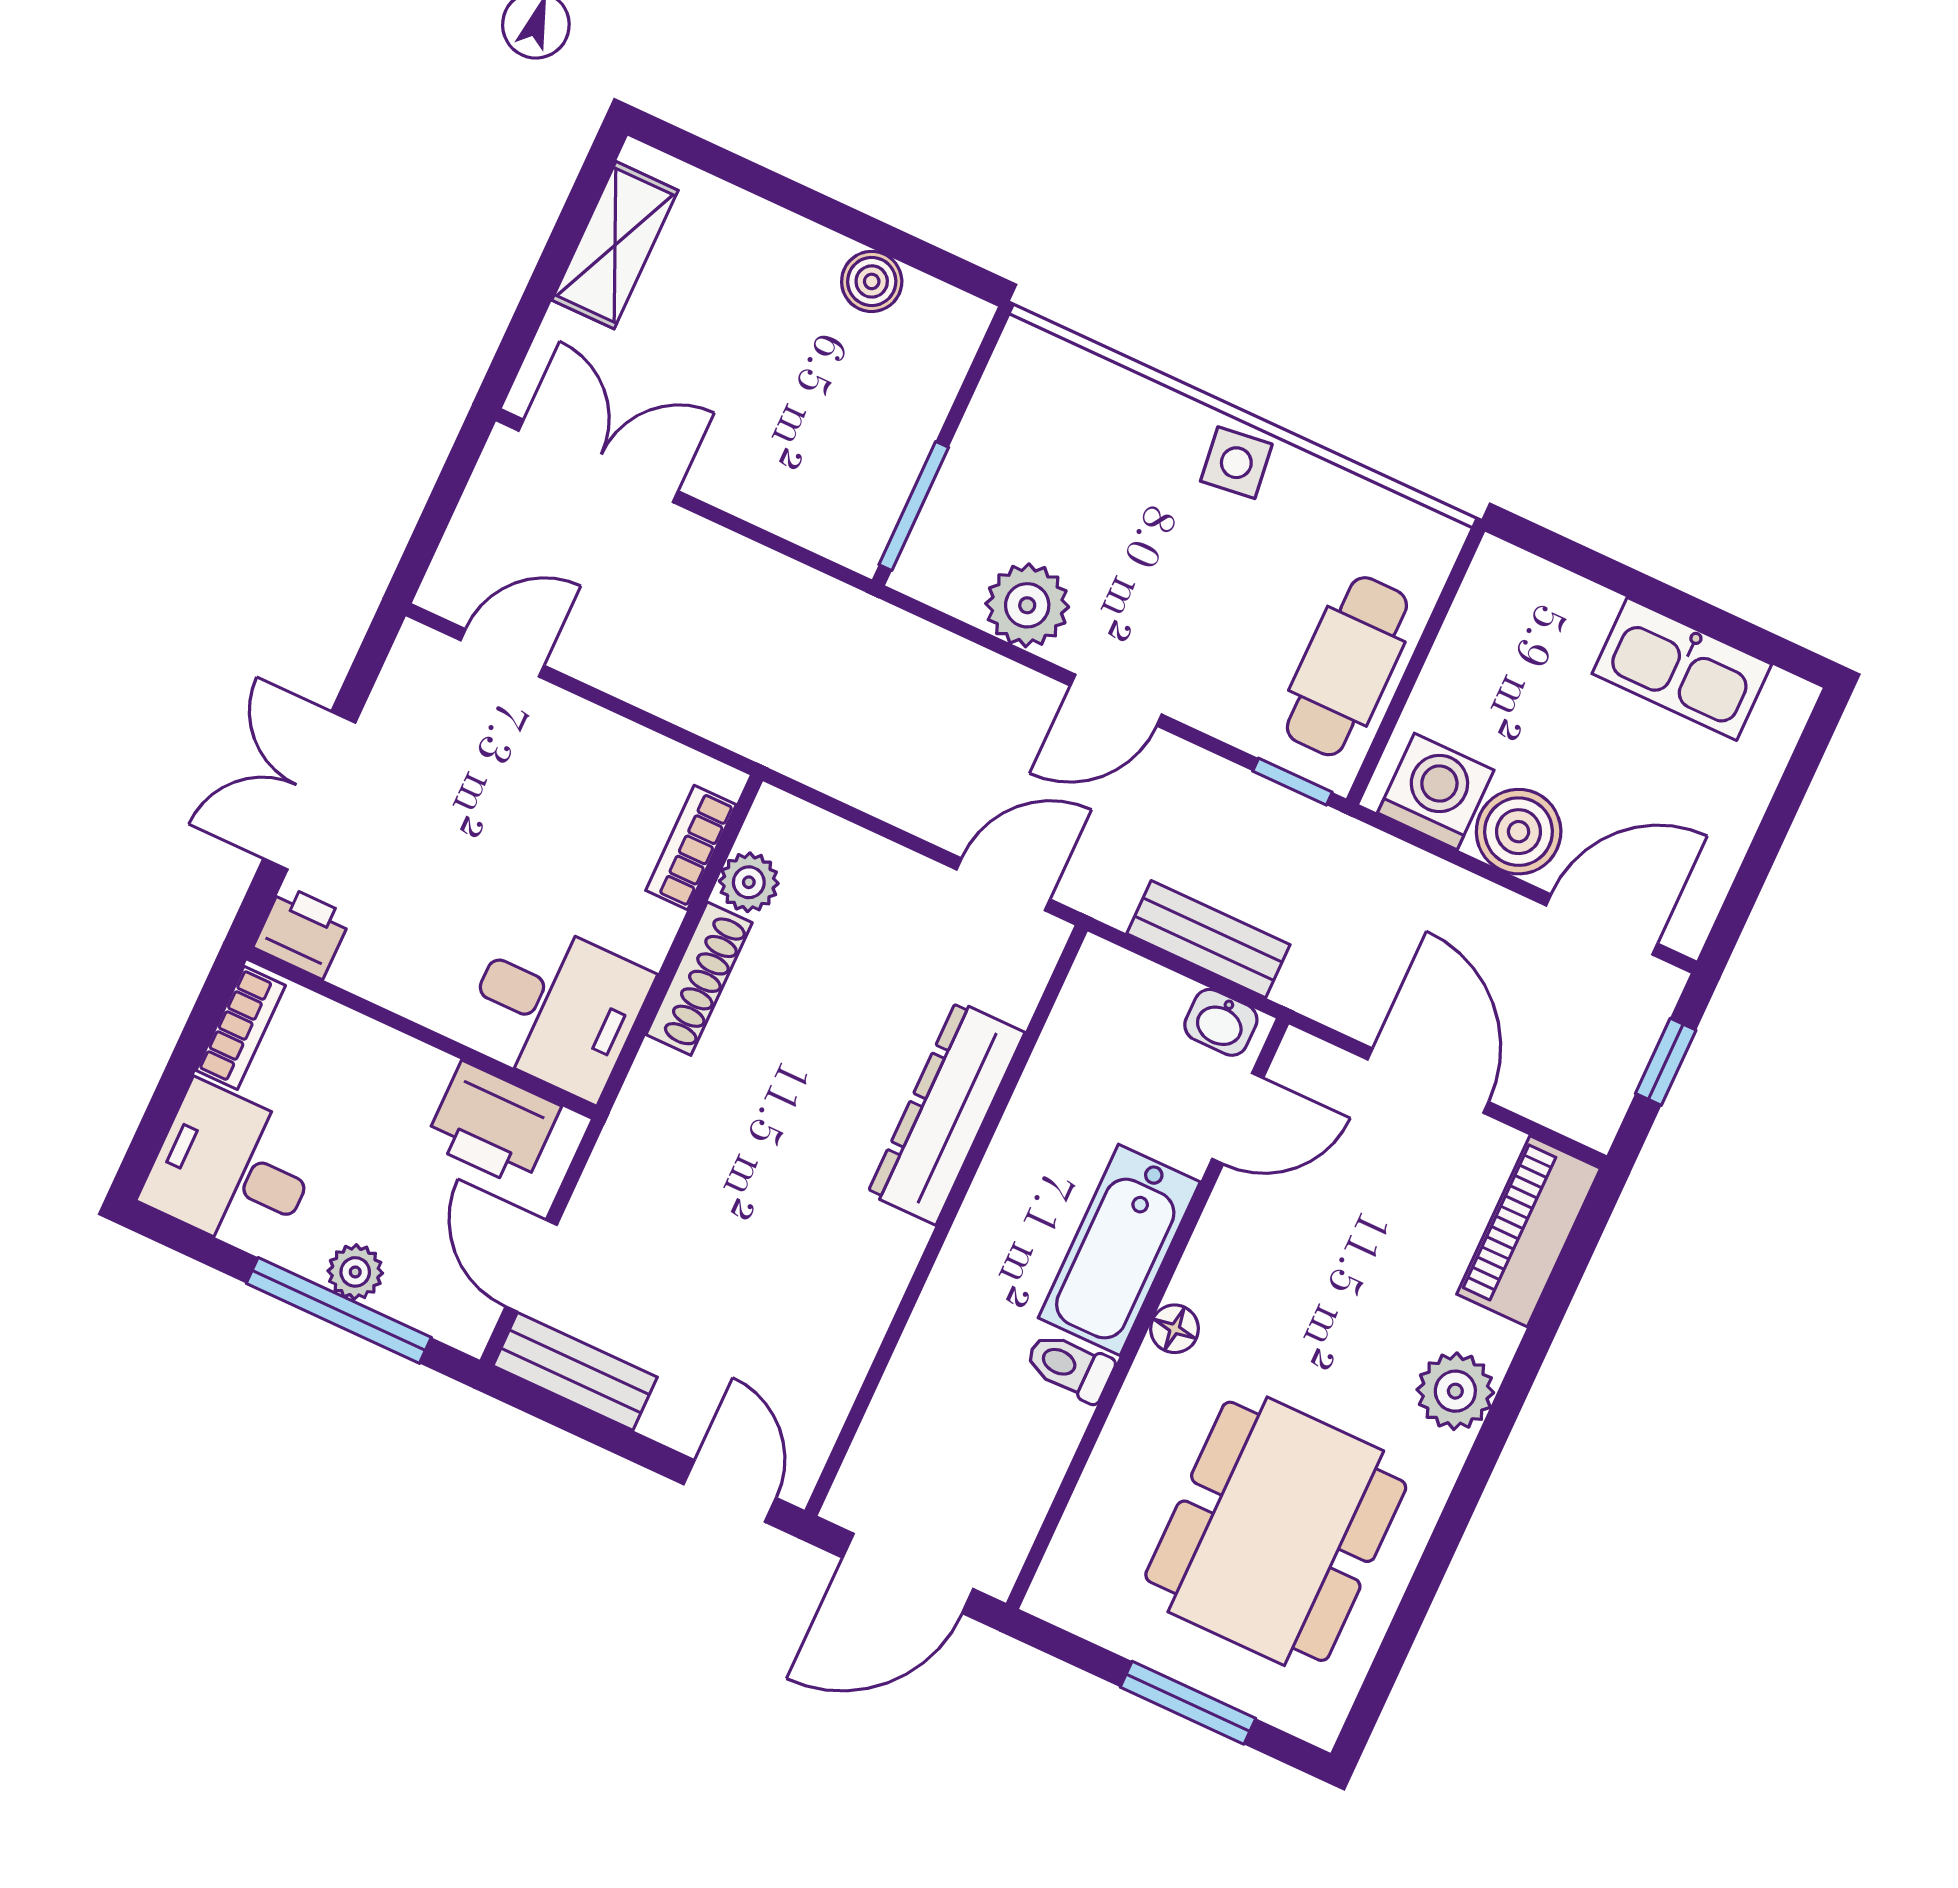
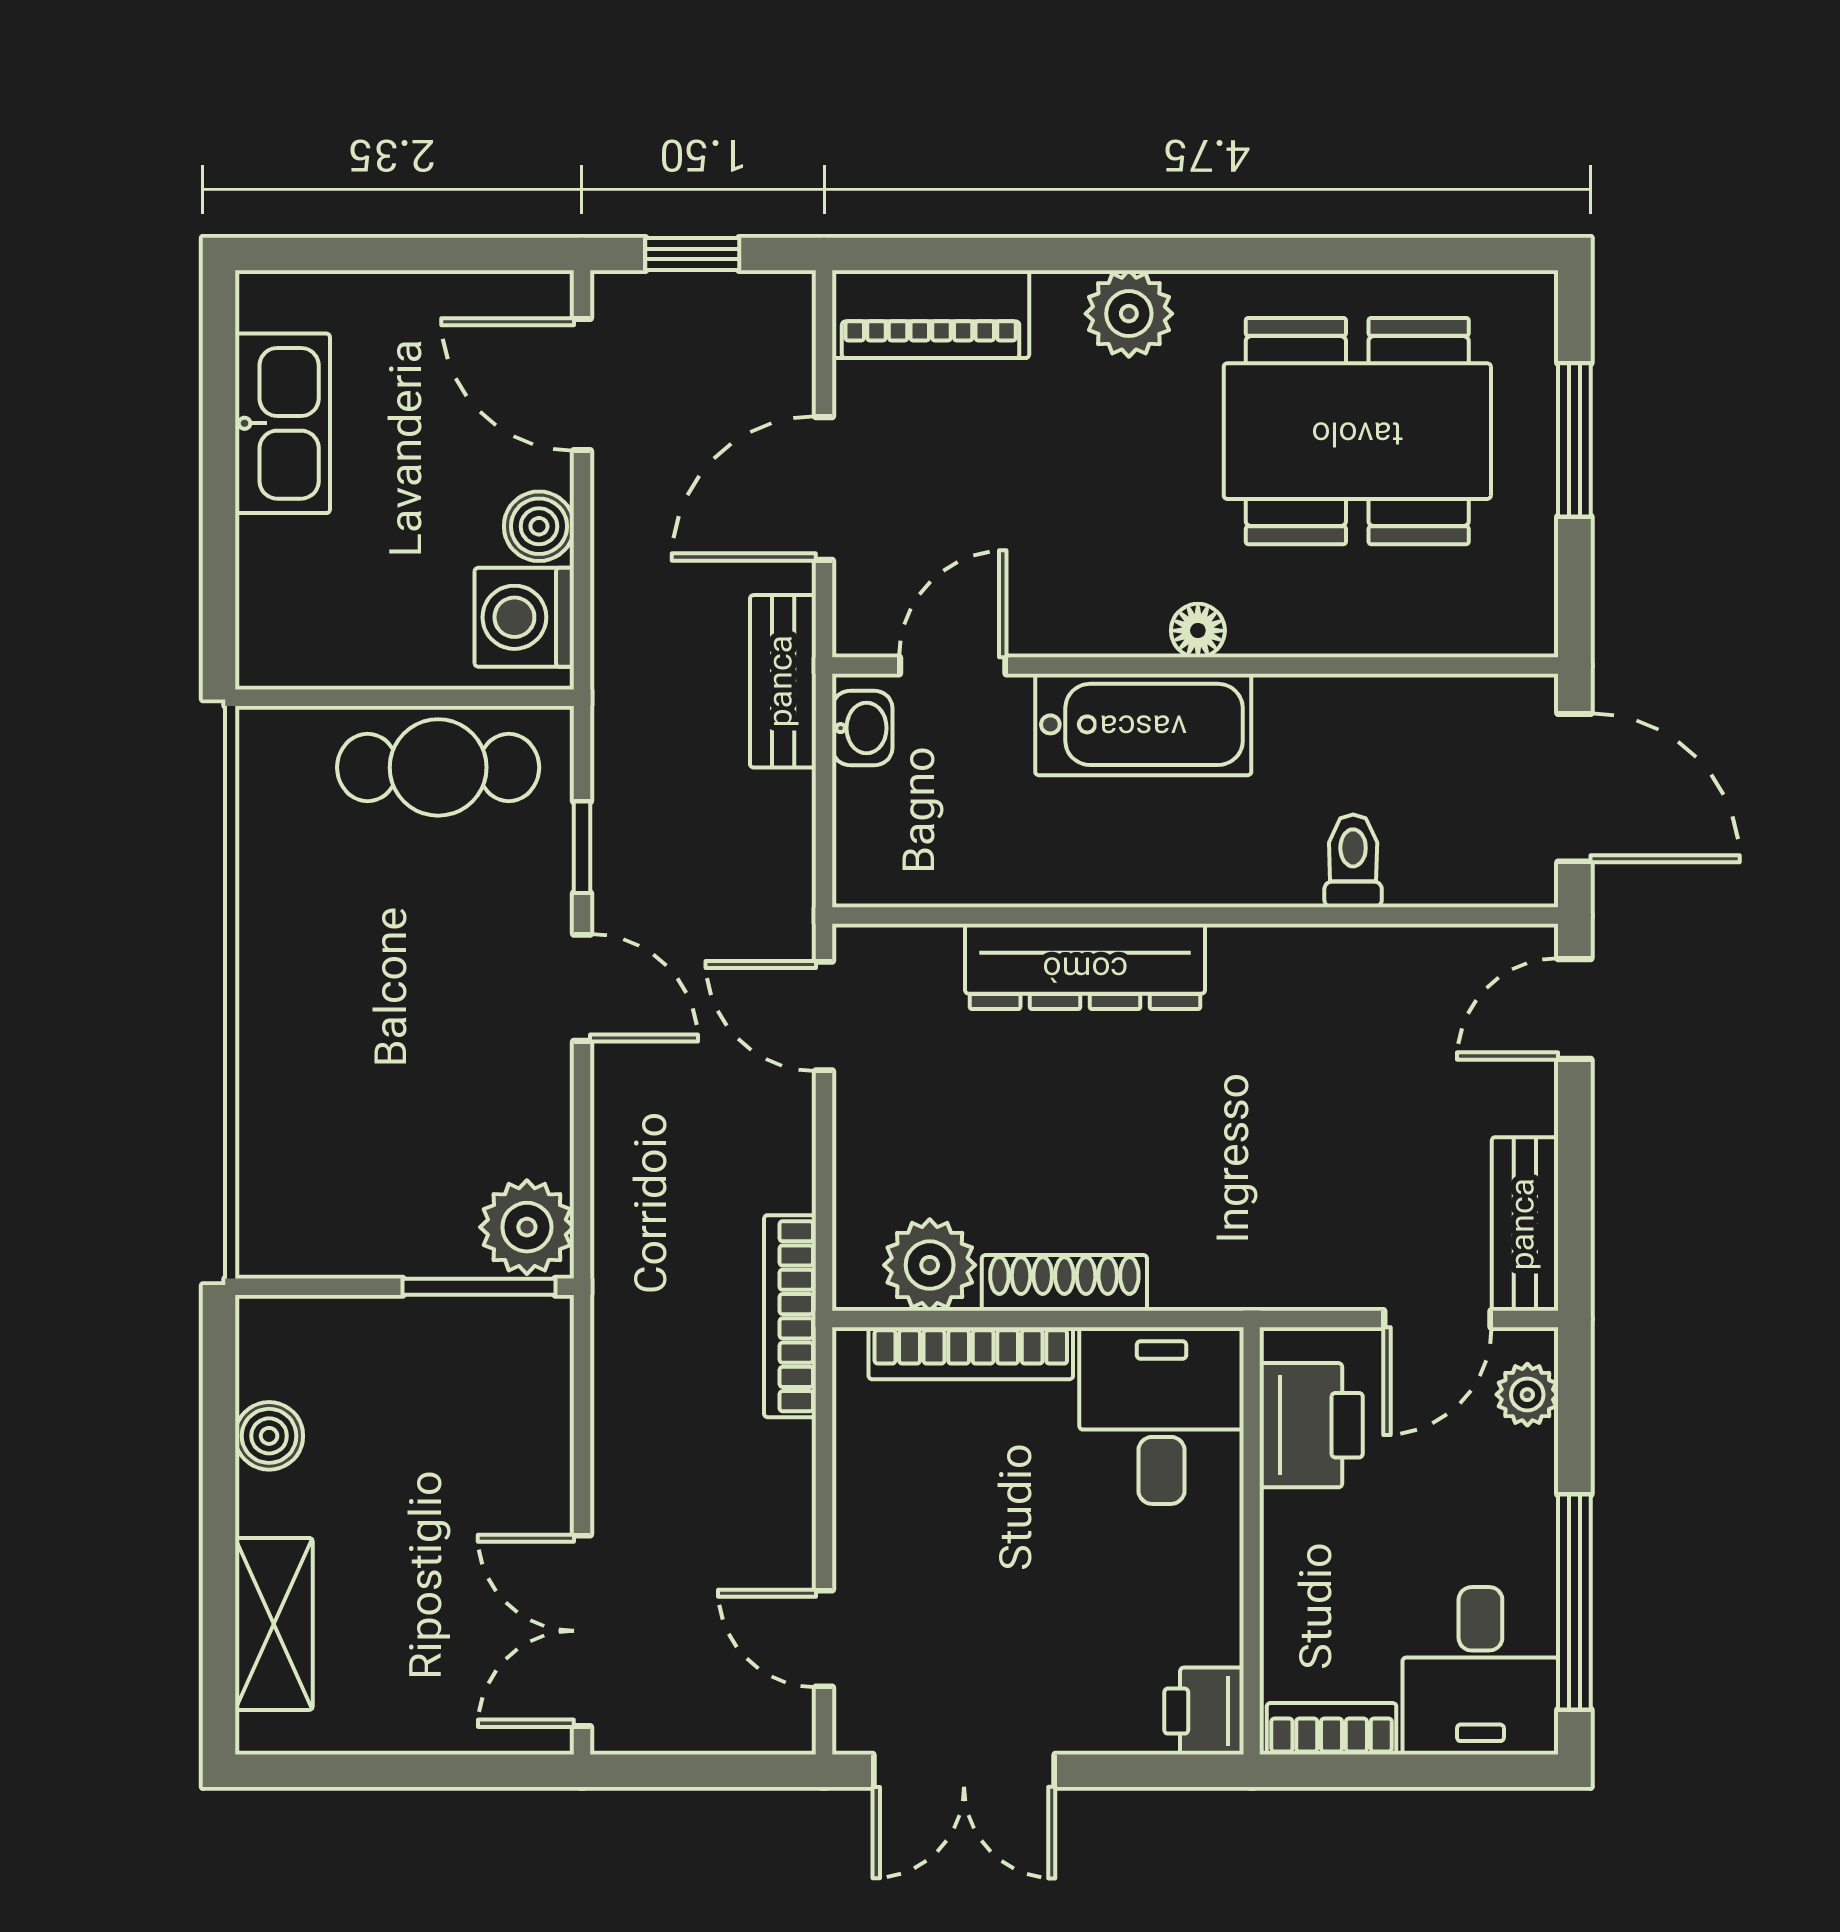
shelving: (615, 245) -> (274, 1624), moved, turned 90
side table: (1236, 463) -> (282, 977), removed
plant: (1027, 605) -> (527, 1227), moved
bookcase: (774, 745) -> (790, 1316), added
window: (1292, 782) -> (582, 847), moved
double door: (309, 791) -> (964, 1771), moved
boiler: (1519, 832) -> (539, 526), width x0.73, depth x0.73
bookcase: (691, 848) -> (971, 1353), width x1.56
plant: (749, 882) -> (930, 1265), width x1.38, depth x1.38
bench: (1208, 939) -> (783, 681), moved
door: (1238, 1118) -> (953, 665), hinge flipped
plant: (355, 1272) -> (1527, 1395), moved
window: (339, 1310) -> (1574, 1602), moved
toilet: (1070, 1367) -> (1353, 861), moved, turned 180

